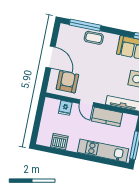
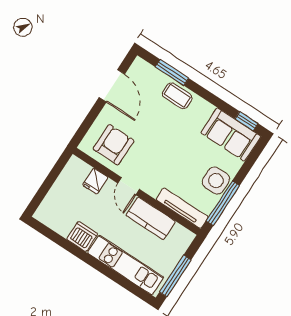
window: (85, 25) -> (172, 72), width x0.69
door: (50, 57) -> (112, 86), moved
dishwasher: (59, 142) -> (82, 236), moved

